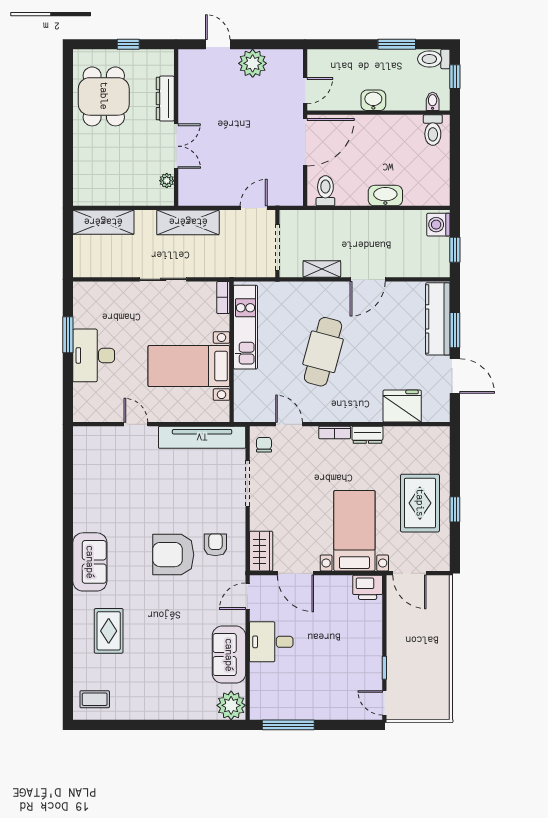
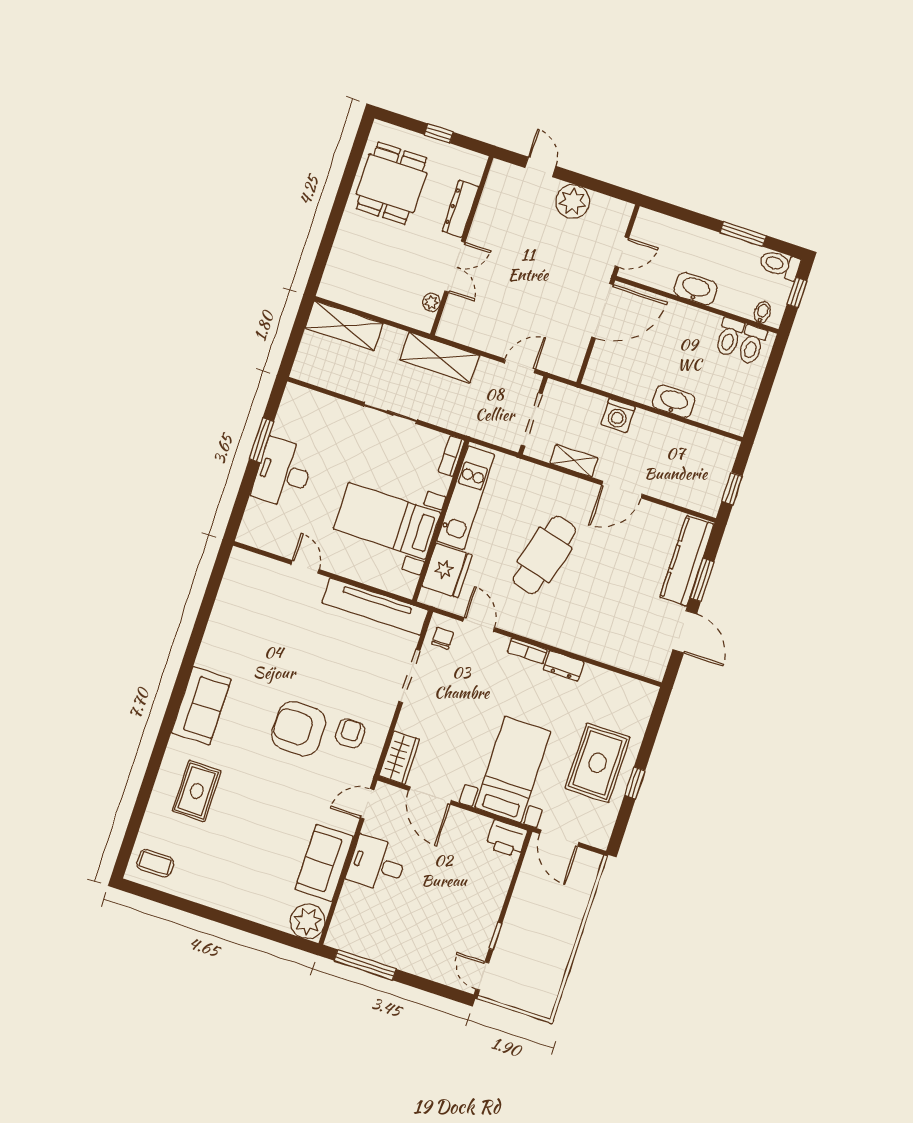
washbasin: (373, 100) -> (696, 289), width x1.38
toilet: (325, 191) -> (729, 337), moved, turned 180
washing machine: (438, 225) -> (618, 415), moved, turned -90
fridge: (402, 406) -> (447, 570), moved, turned 90

